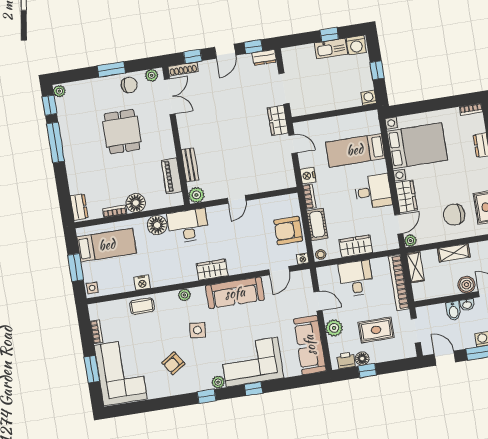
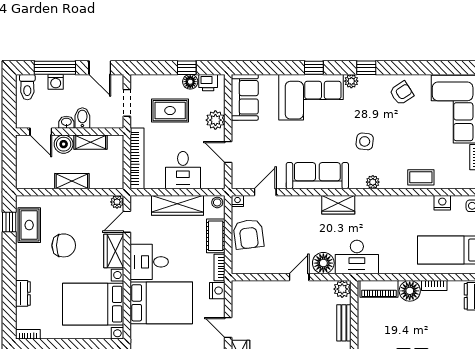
bed: (355, 150) -> (161, 303), width x1.50
piano: (172, 176) -> (379, 289), moved, turned 90
chair: (454, 215) -> (64, 245), moved
floor lamp: (157, 225) -> (323, 263), moved
armchair: (288, 231) -> (248, 234), turned 83
wardrobe: (356, 246) -> (177, 205), width x1.50
shelving: (415, 267) -> (91, 142), moved, turned 90
nightstand: (142, 283) -> (442, 203), moved
sofa: (310, 345) -> (245, 97), width x0.73
armchair: (173, 363) -> (402, 93), moved

